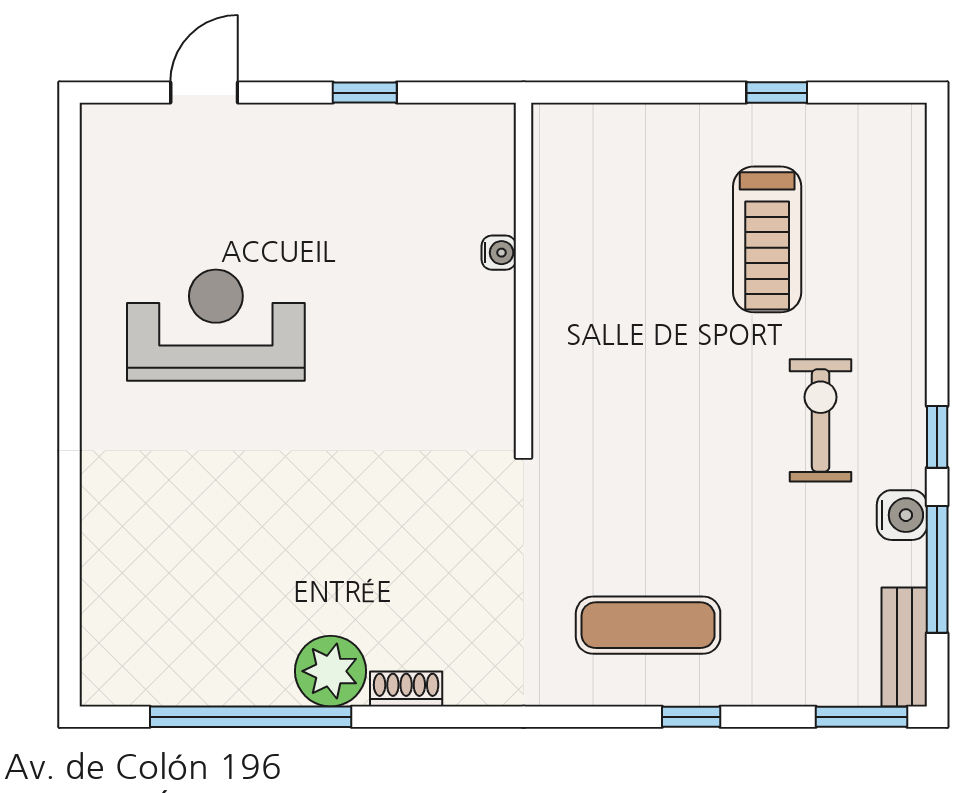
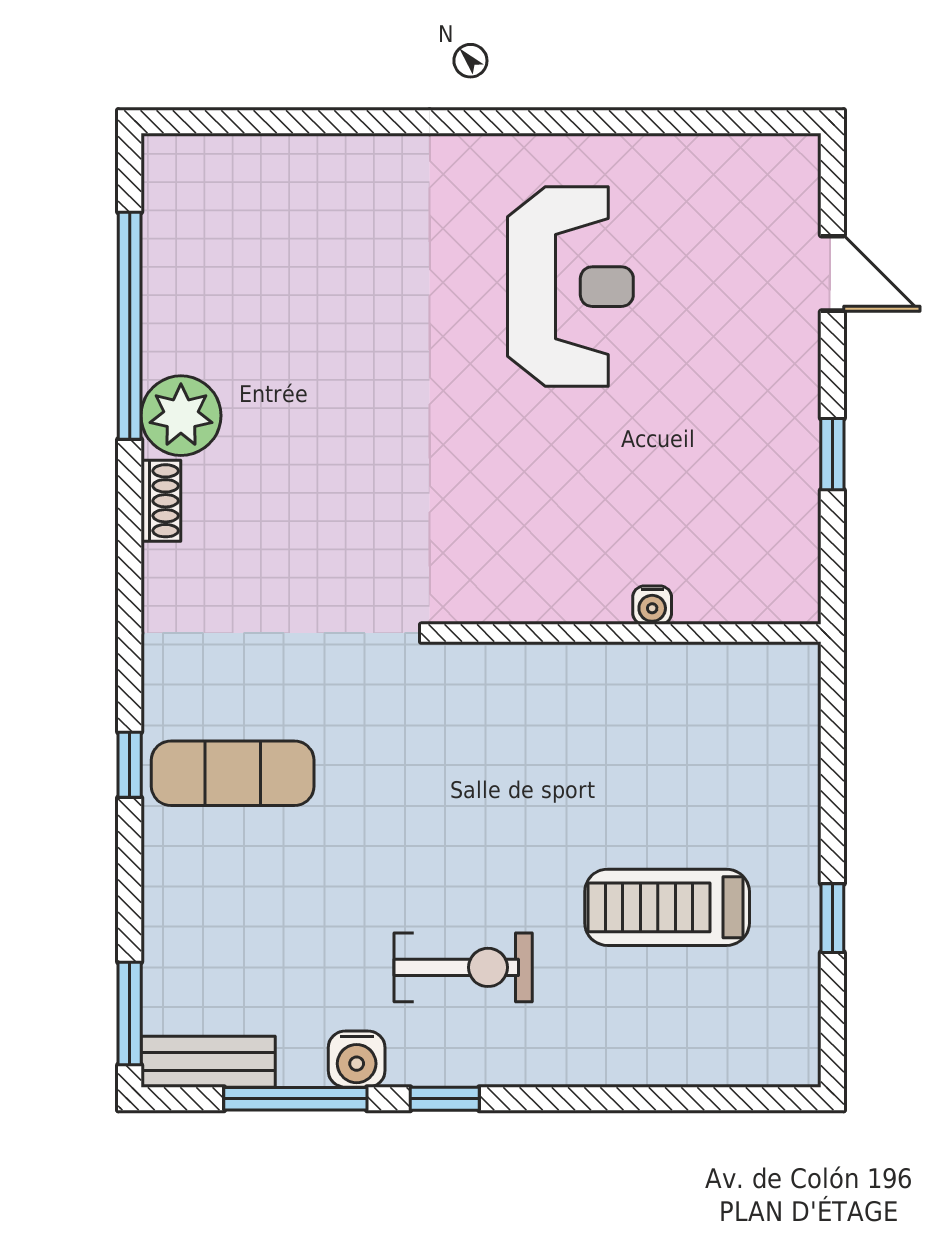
exercise mat: (648, 625) -> (233, 773), turned 90
window: (691, 717) -> (130, 765), moved

